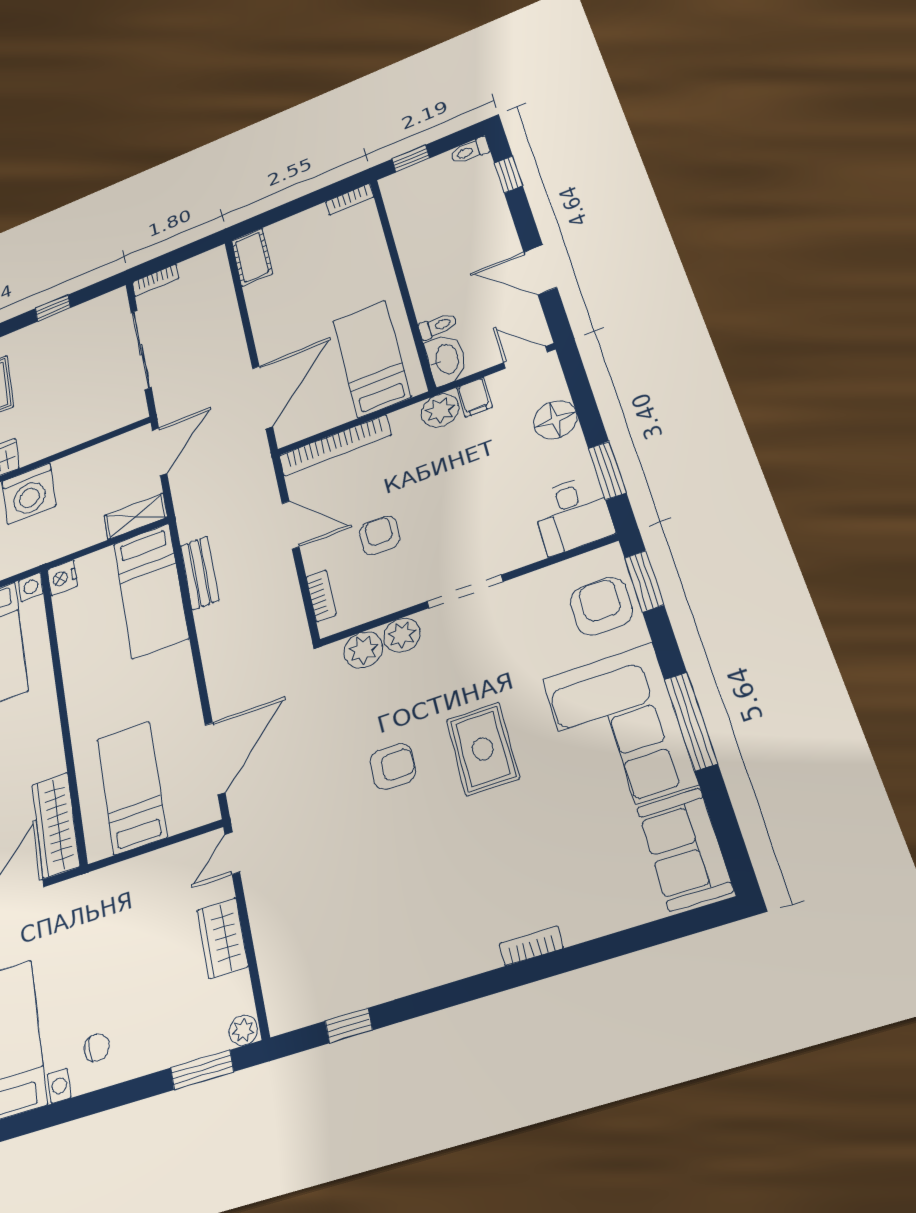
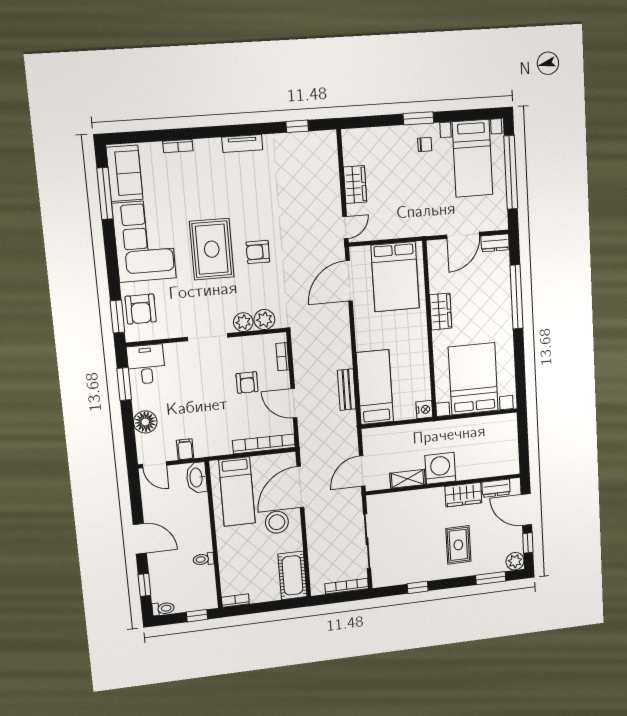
cot: (252, 257) -> (292, 575), width x1.37, depth x1.34
door: (540, 270) -> (140, 539), moved
bookcase: (156, 280) -> (347, 586), width x1.56
toilet: (438, 326) -> (203, 559), moved
stool: (296, 333) -> (277, 522), added
plant: (440, 410) -> (205, 447), removed
shelving: (136, 516) -> (408, 479), moved
window: (691, 721) -> (105, 193), moved
rug: (483, 749) -> (212, 249), width x1.36, depth x1.43
bed: (132, 787) -> (395, 277), width x1.50
wardrobe: (56, 825) -> (441, 311), moved, width x0.67
bookcase: (531, 946) -> (178, 146), moved
tv unit: (454, 965) -> (242, 143), added
plant: (243, 1030) -> (349, 136), removed
chair: (97, 1048) -> (425, 145), turned 180
window: (202, 1070) -> (418, 118), moved

